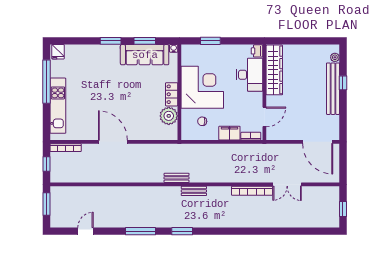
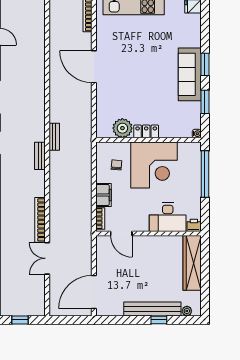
window: (210, 41) -> (205, 174), width x2.11
sofa: (145, 55) -> (190, 74), moved
wardrobe: (274, 70) -> (192, 263), moved, turned 90
door: (113, 142) -> (94, 67), swing flipped

